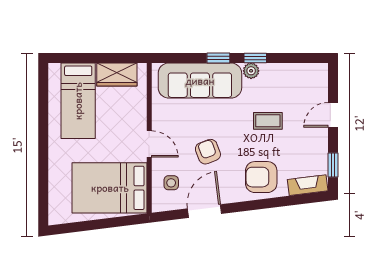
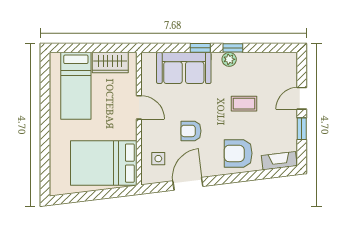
sofa: (200, 81) -> (184, 68), width x0.73
door: (149, 144) -> (139, 107), moved
armchair: (208, 152) -> (191, 131), turned -69
window: (333, 165) -> (302, 129), moved

